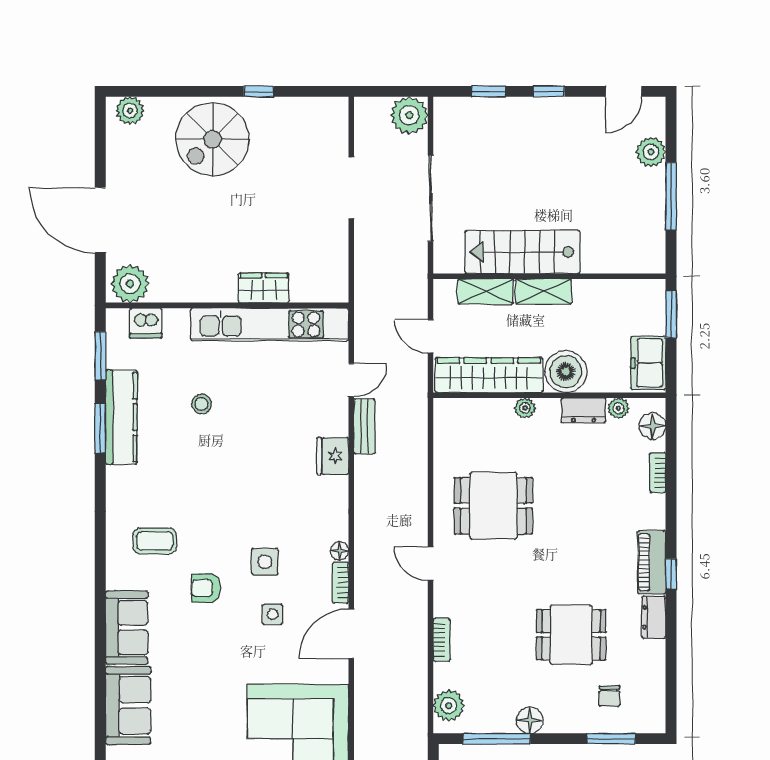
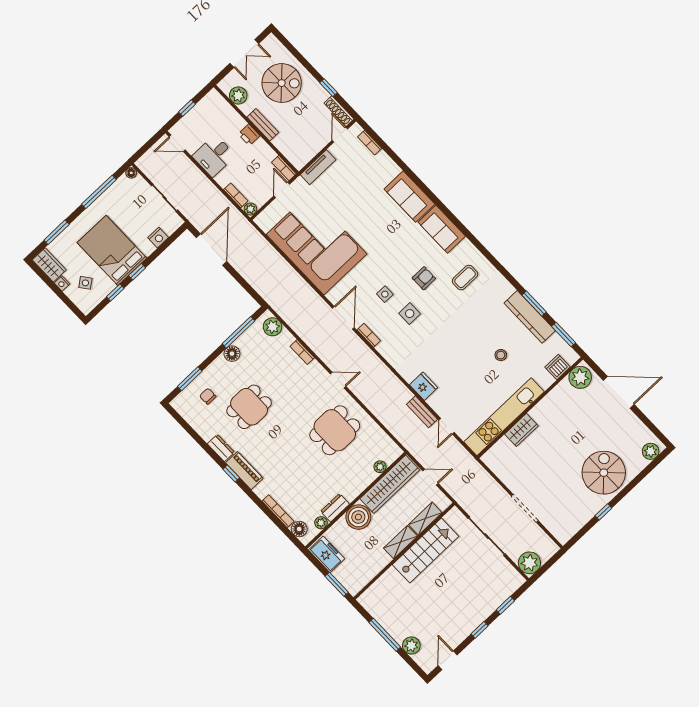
plant: (525, 408) -> (380, 467), moved
bookcase: (658, 473) -> (278, 511), width x1.56
floor lamp: (340, 551) -> (382, 348), removed

